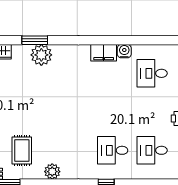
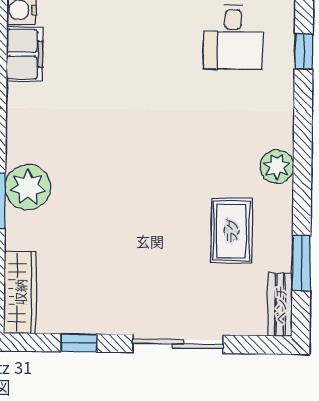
rug: (22, 151) -> (231, 231), turned 90

